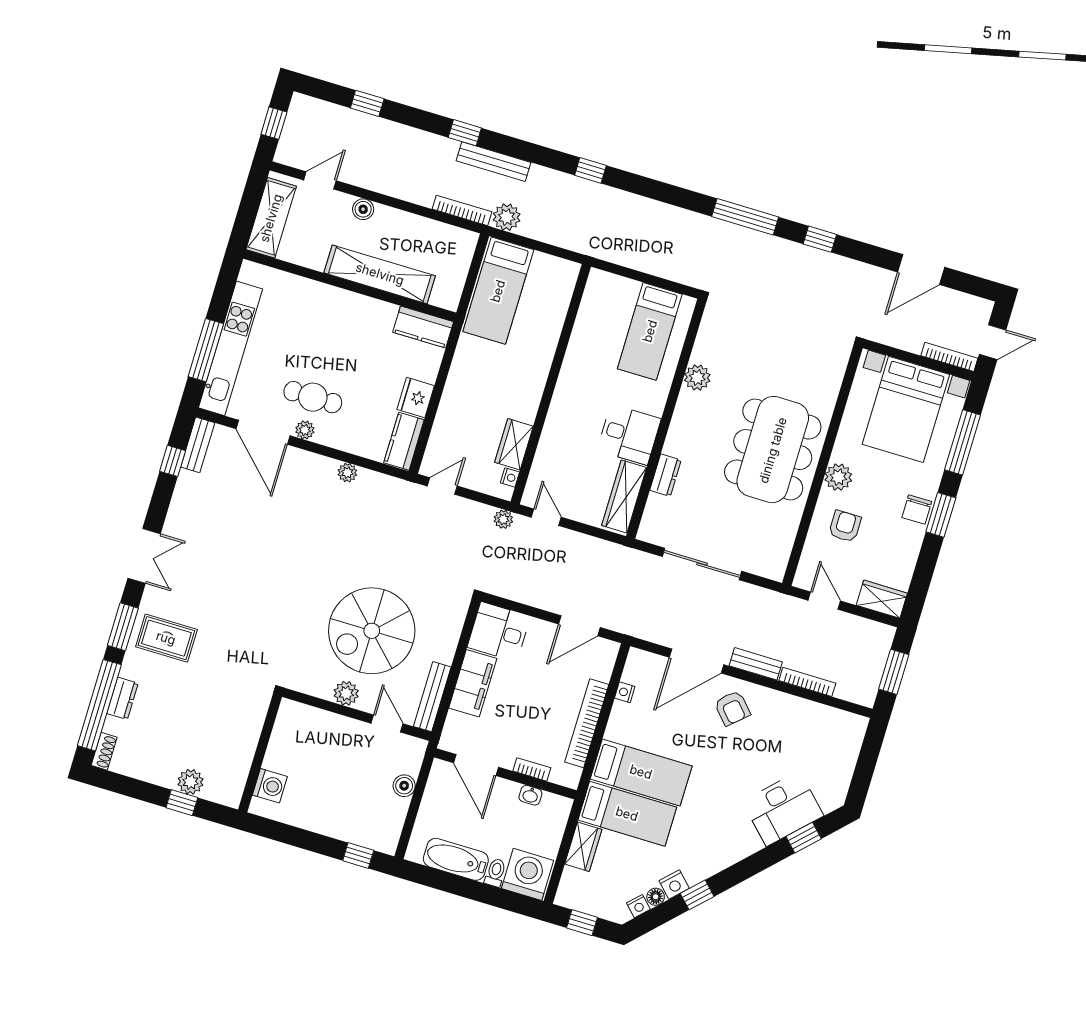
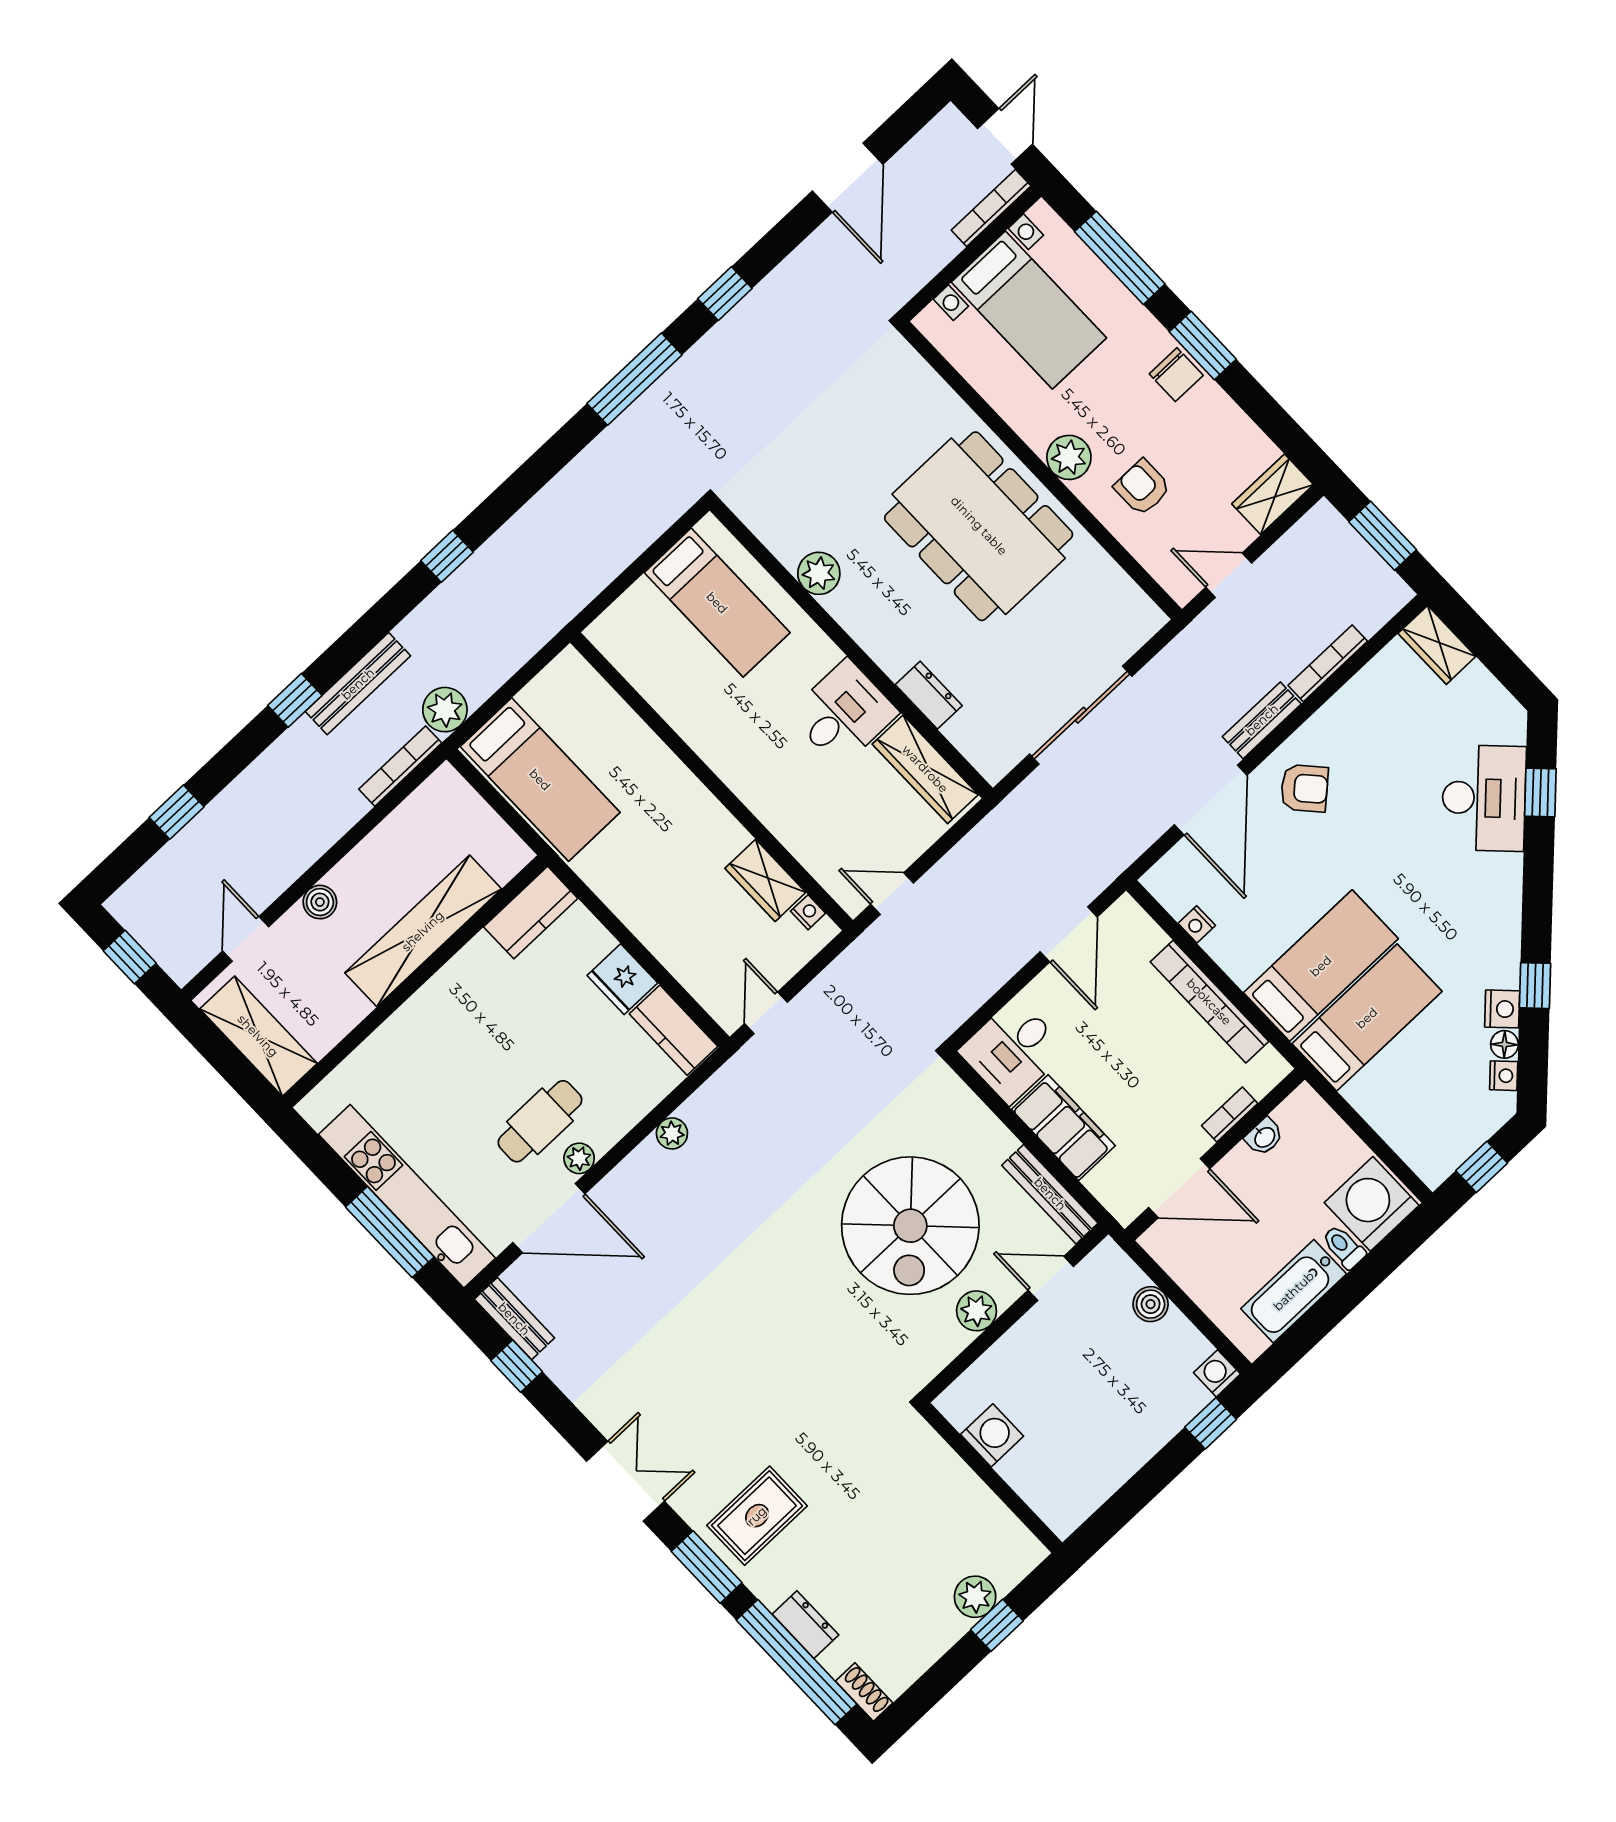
bed with nightstands: (906, 409) -> (1029, 310), width x0.73
plant: (503, 519) -> (861, 955), removed
washing machine: (270, 786) -> (992, 1435), moved
washing machine: (387, 843) -> (1217, 1373), added
wardrobe: (583, 847) -> (1437, 645), moved, turned 180

